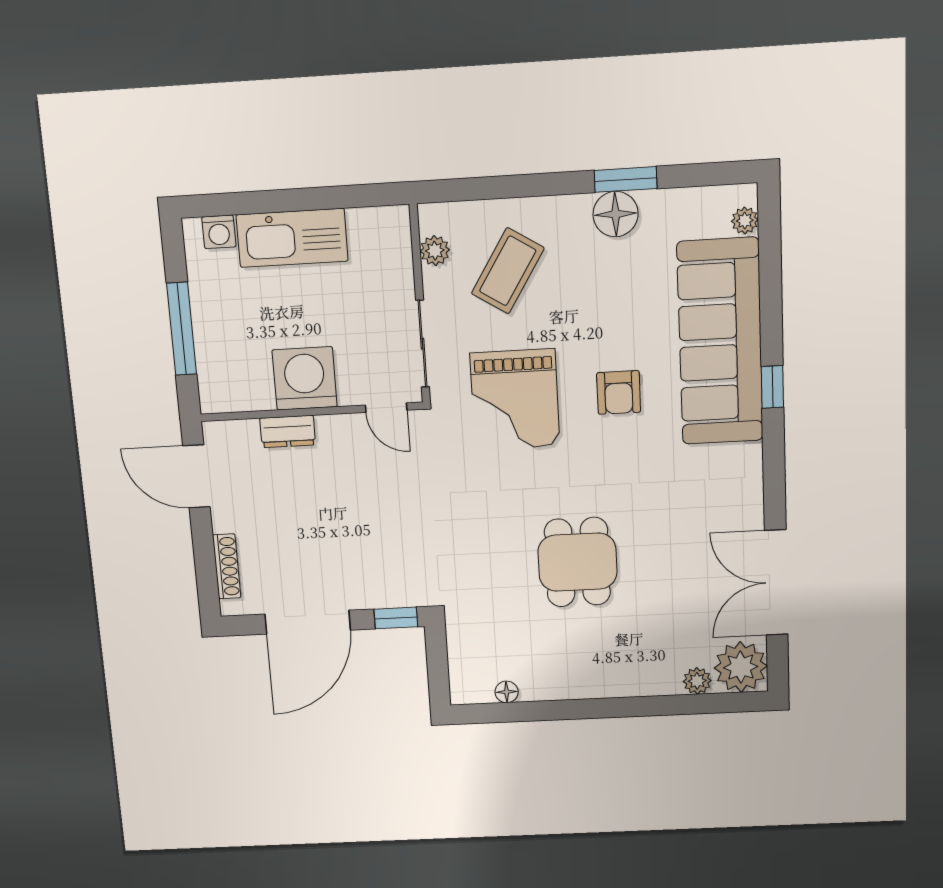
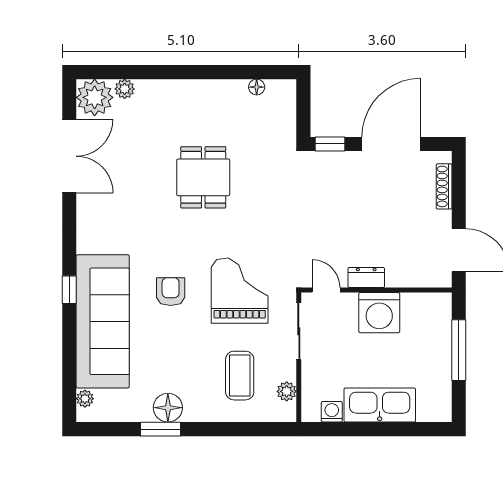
washing machine: (219, 232) -> (332, 412), moved
coffee table: (508, 271) -> (240, 376), turned -32
dresser: (288, 432) -> (366, 278), moved

